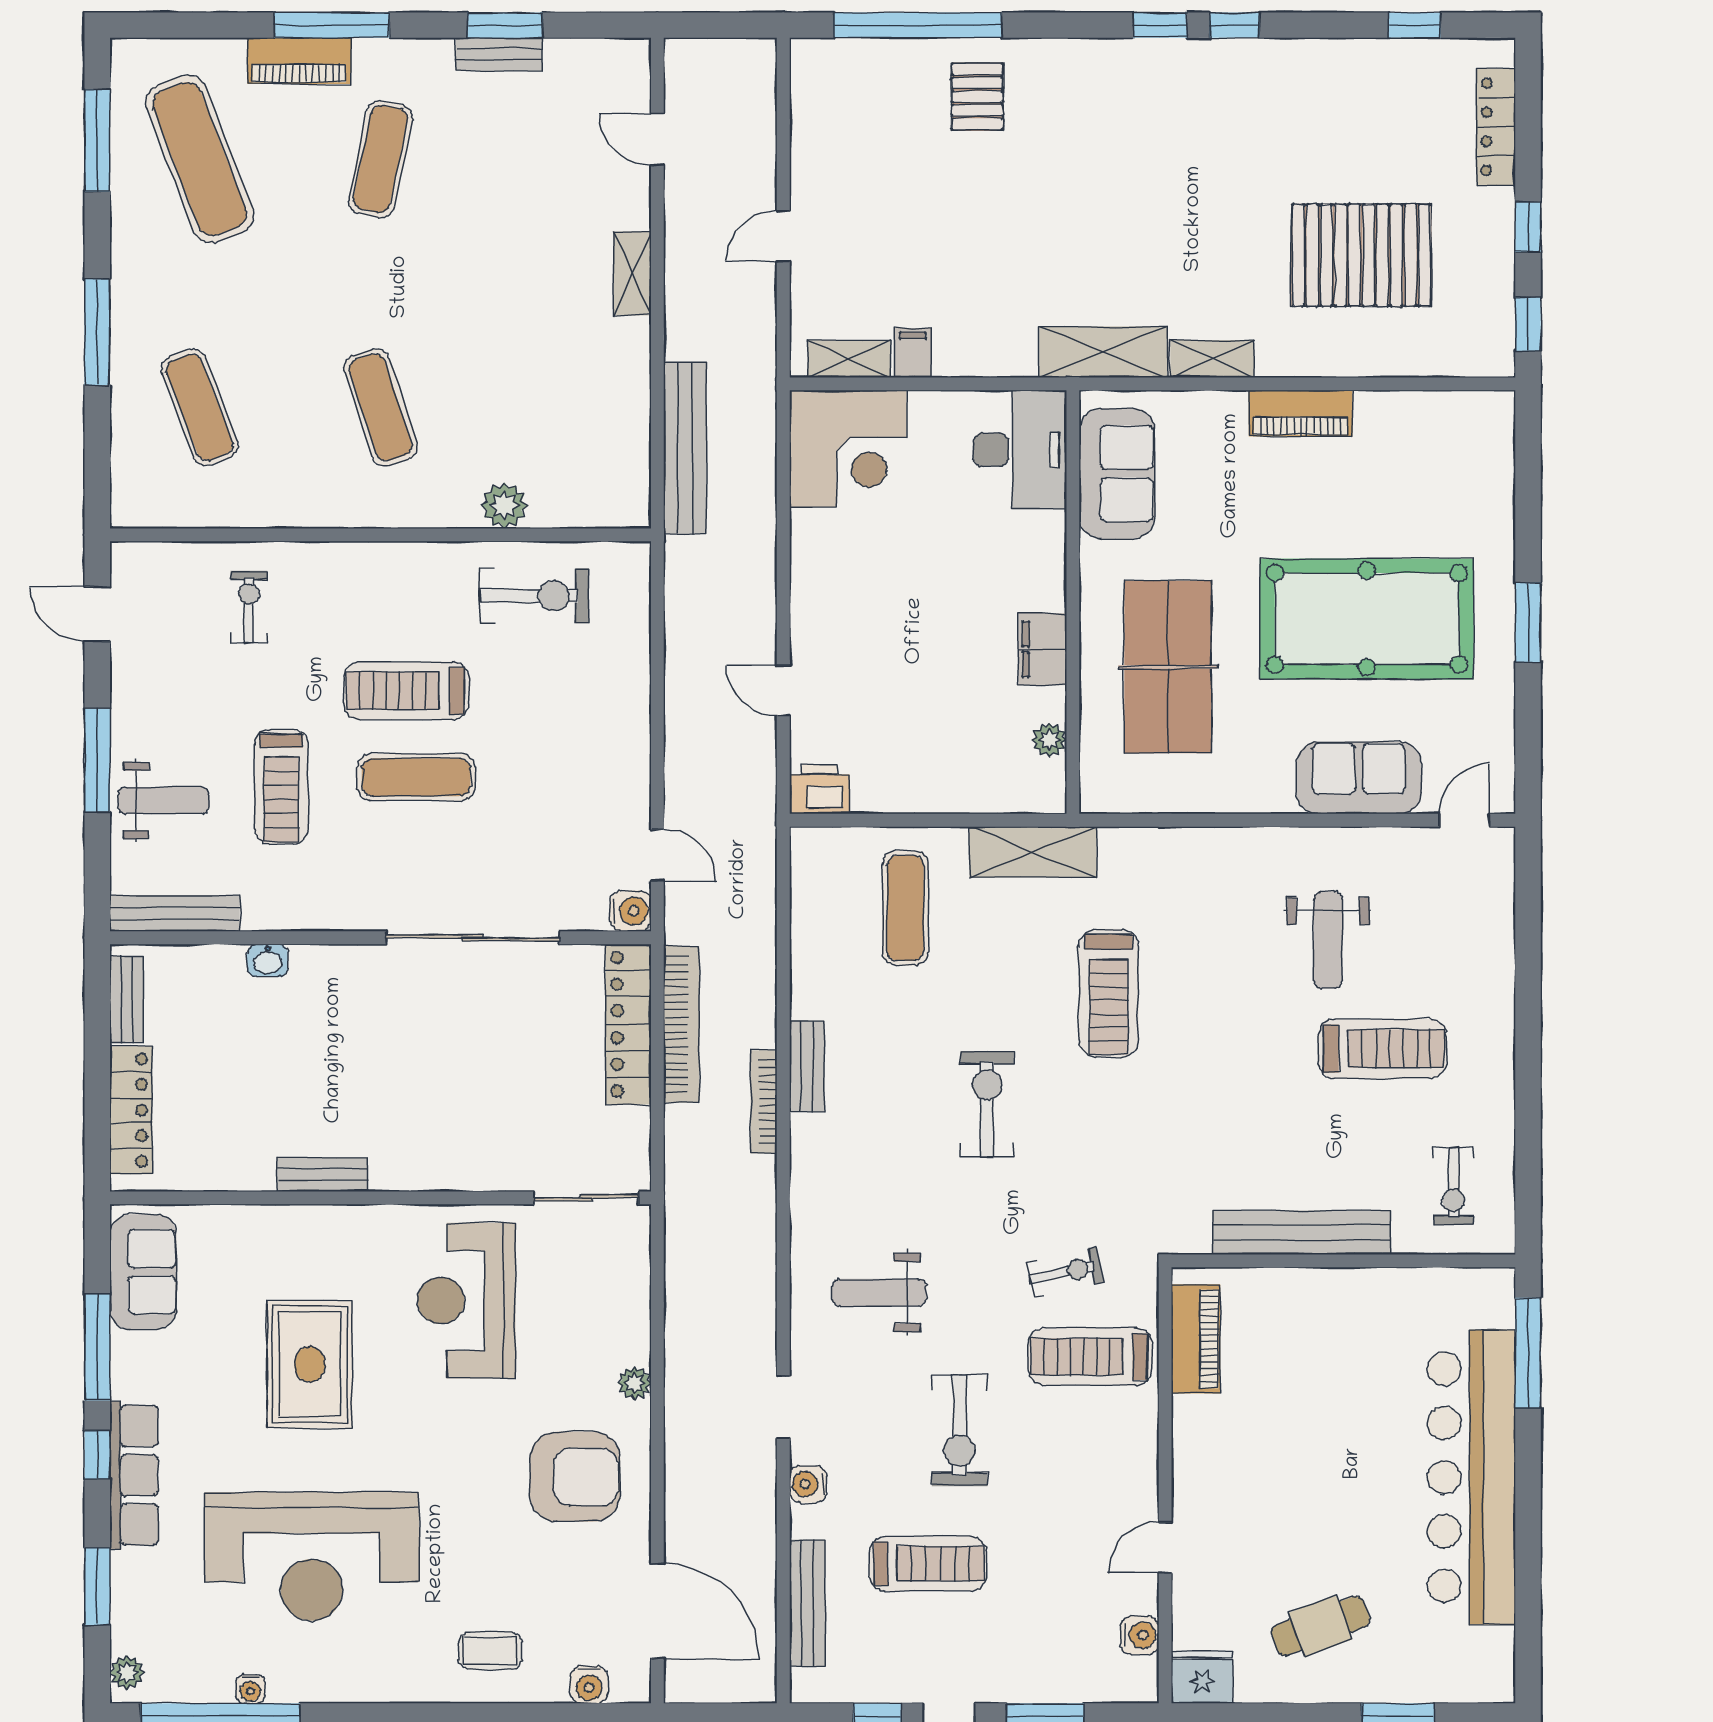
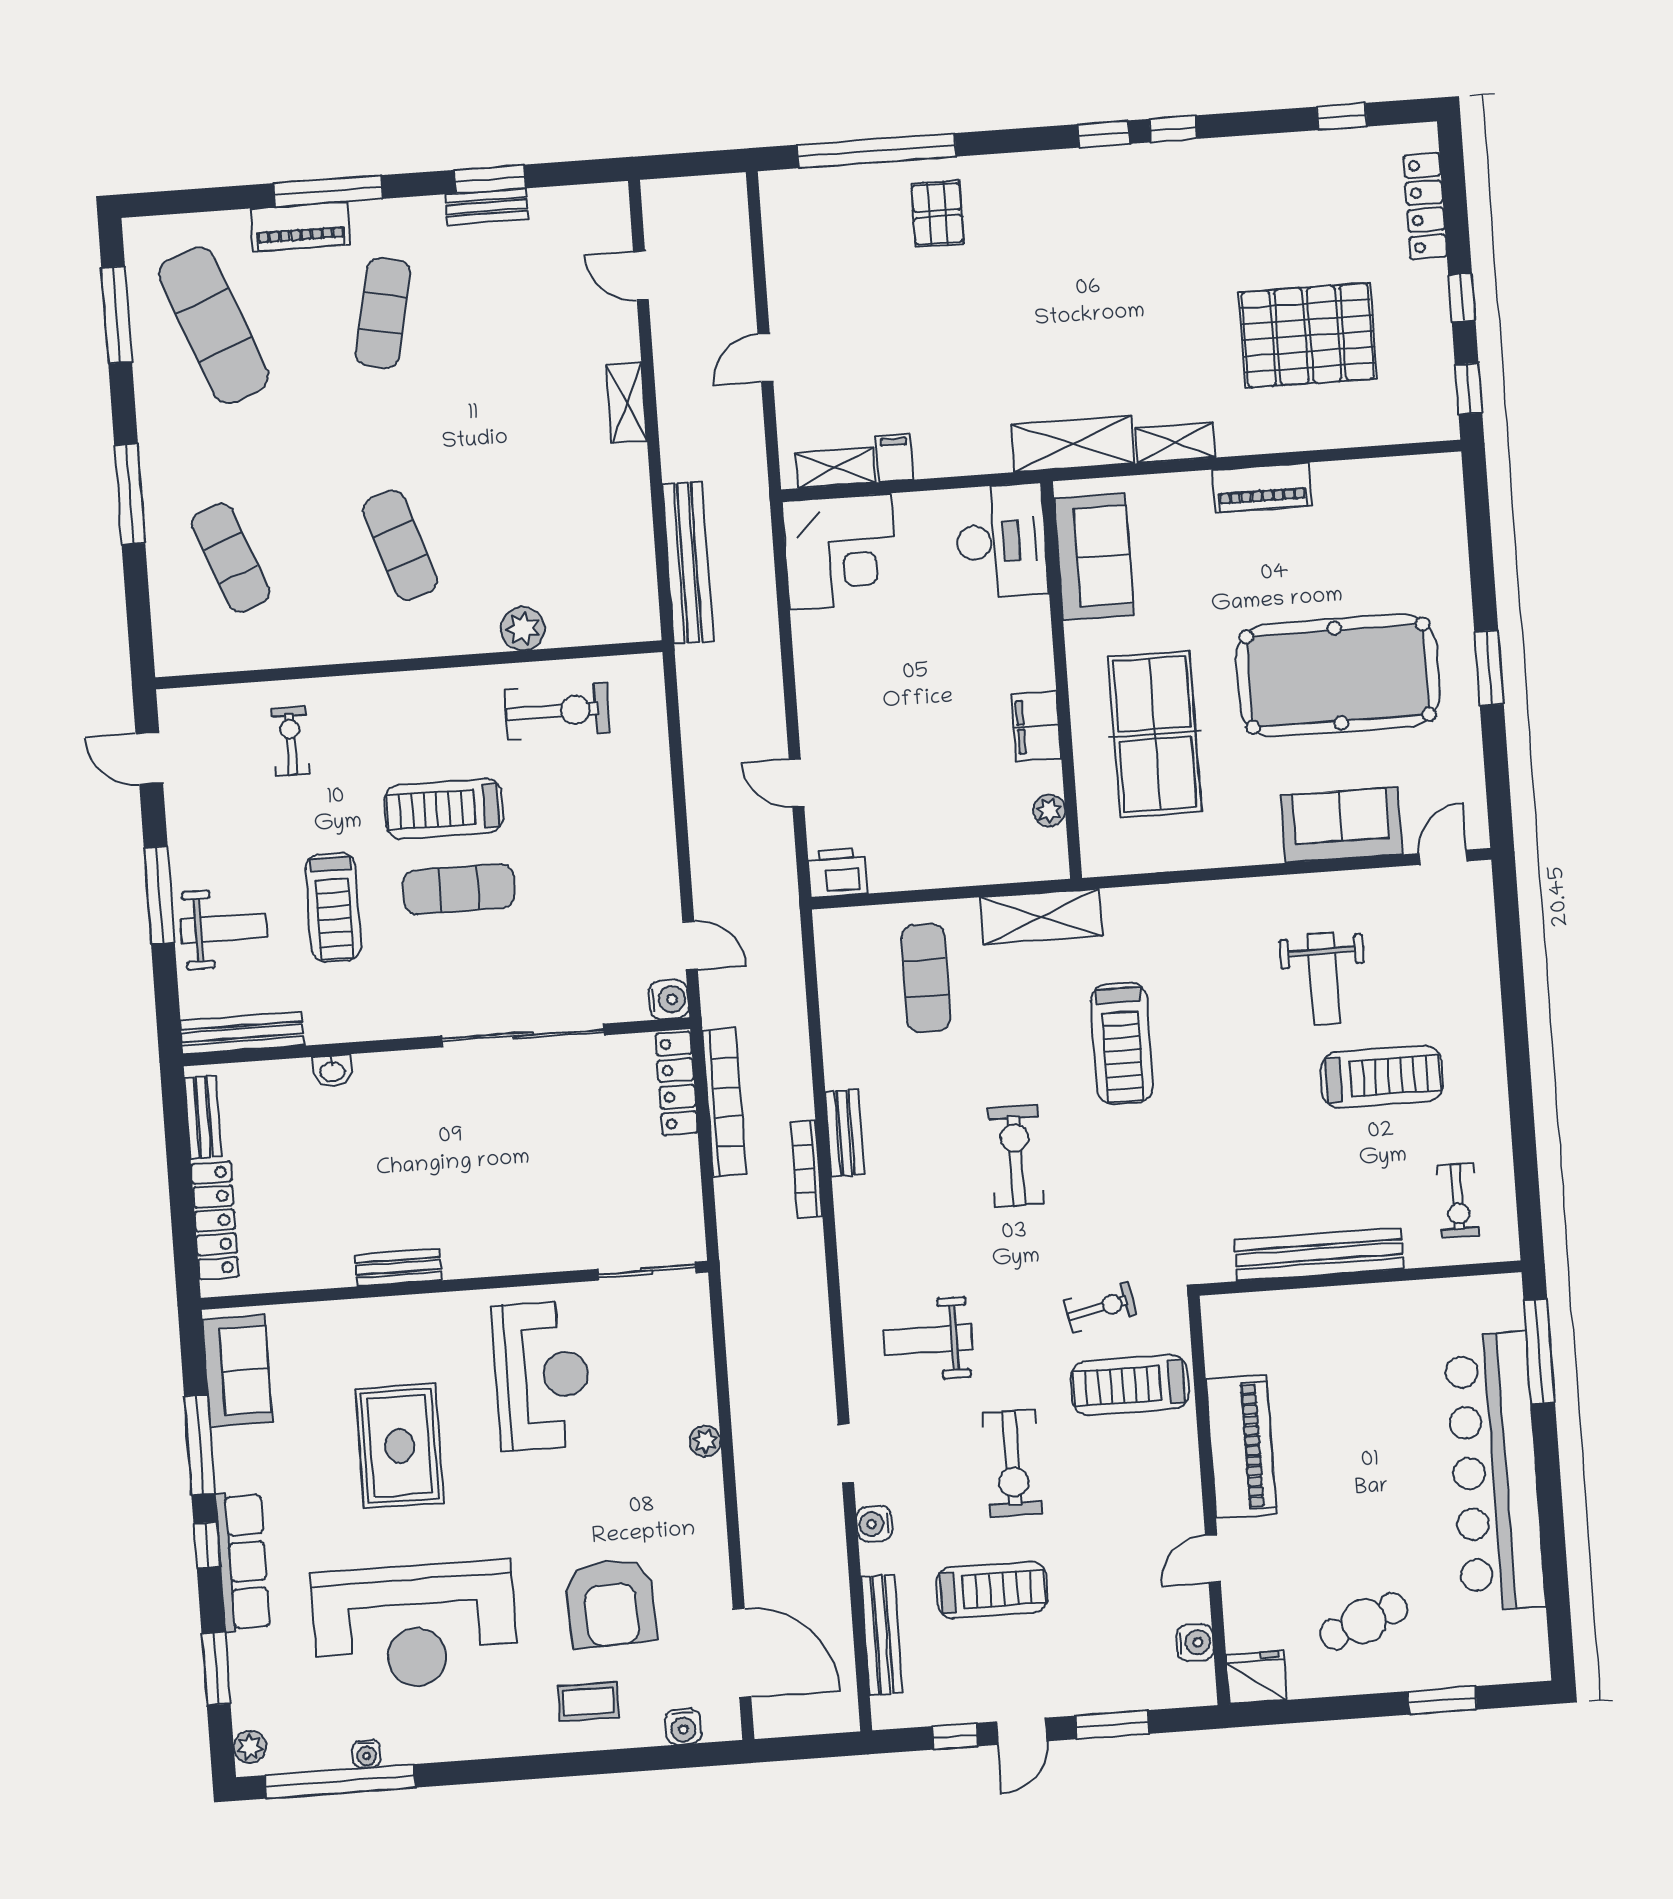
locker: (628, 1024) -> (677, 1083), width x0.71, depth x0.83
reception desk: (466, 1301) -> (542, 1376), turned 180
piano: (1196, 1339) -> (1241, 1446), moved, width x1.37, depth x1.33
armchair: (575, 1477) -> (611, 1603), moved, turned 88

